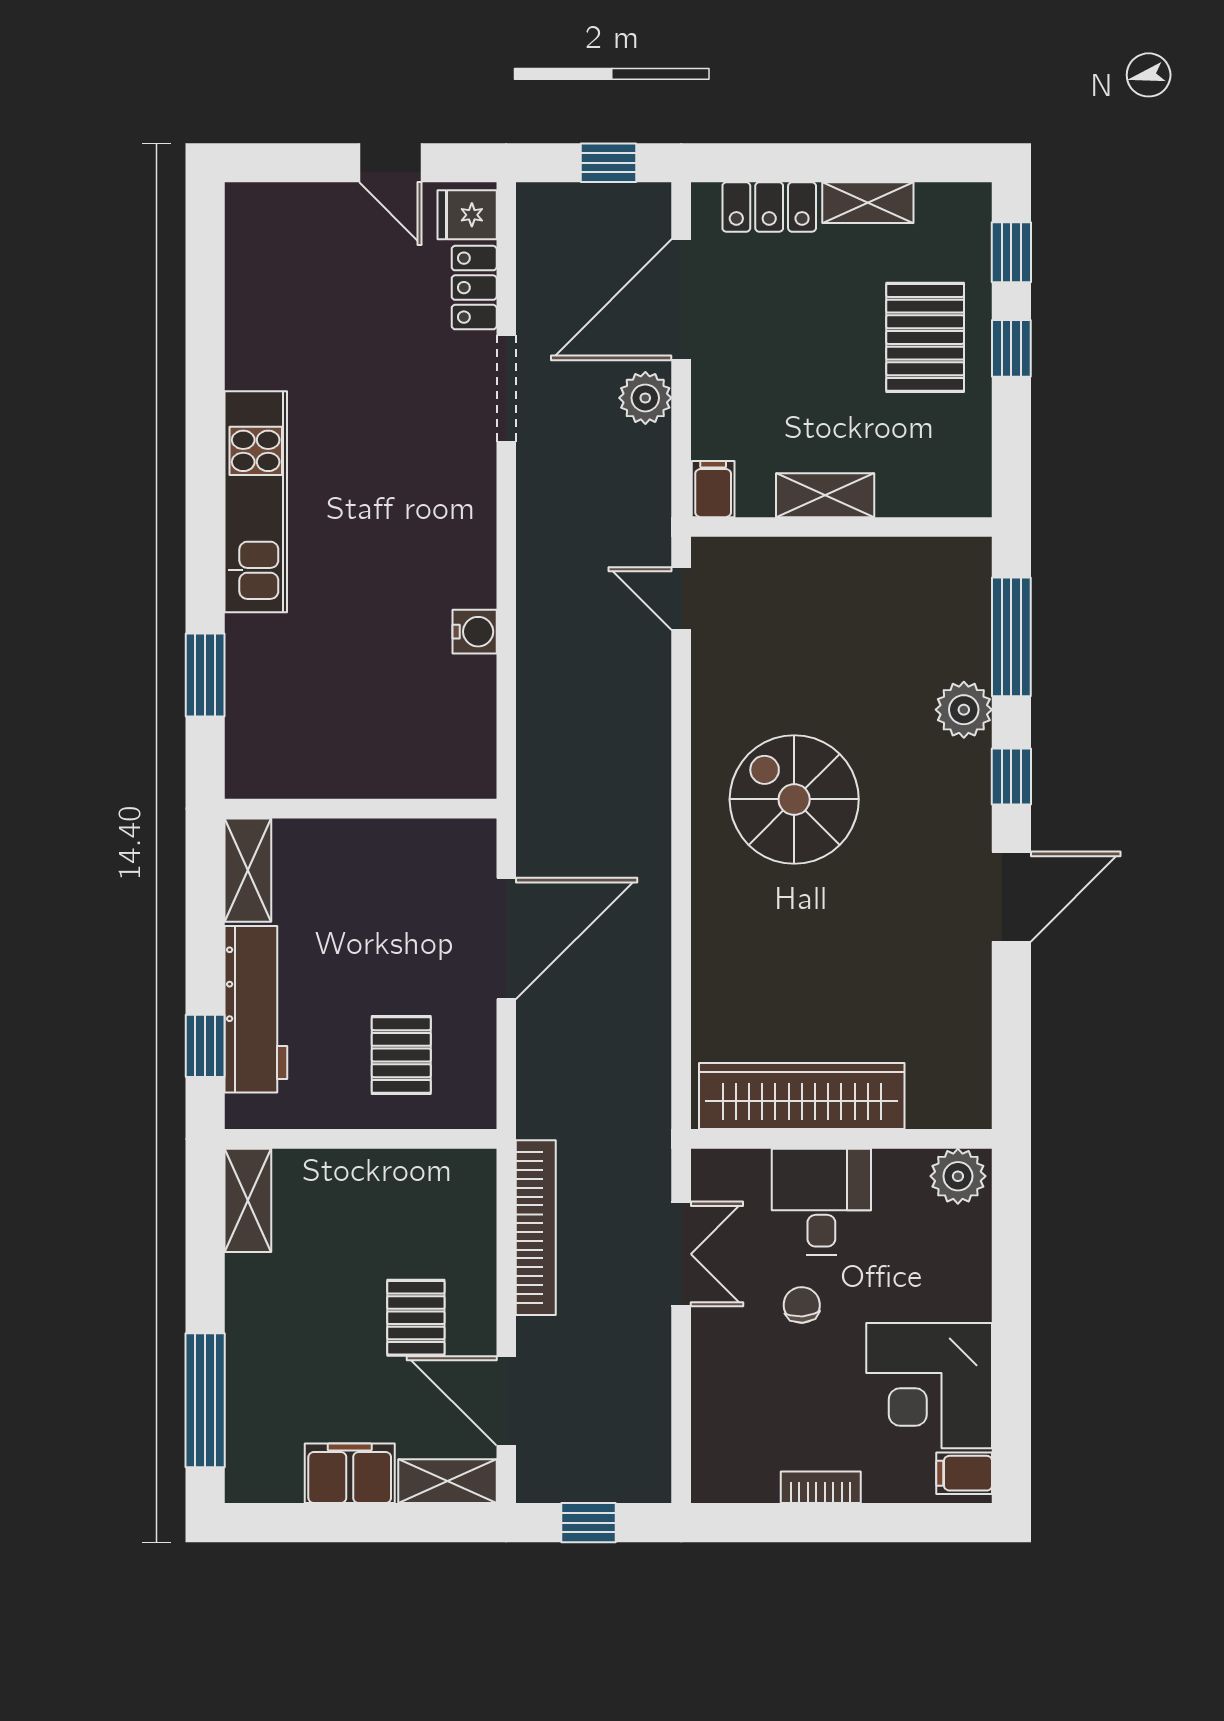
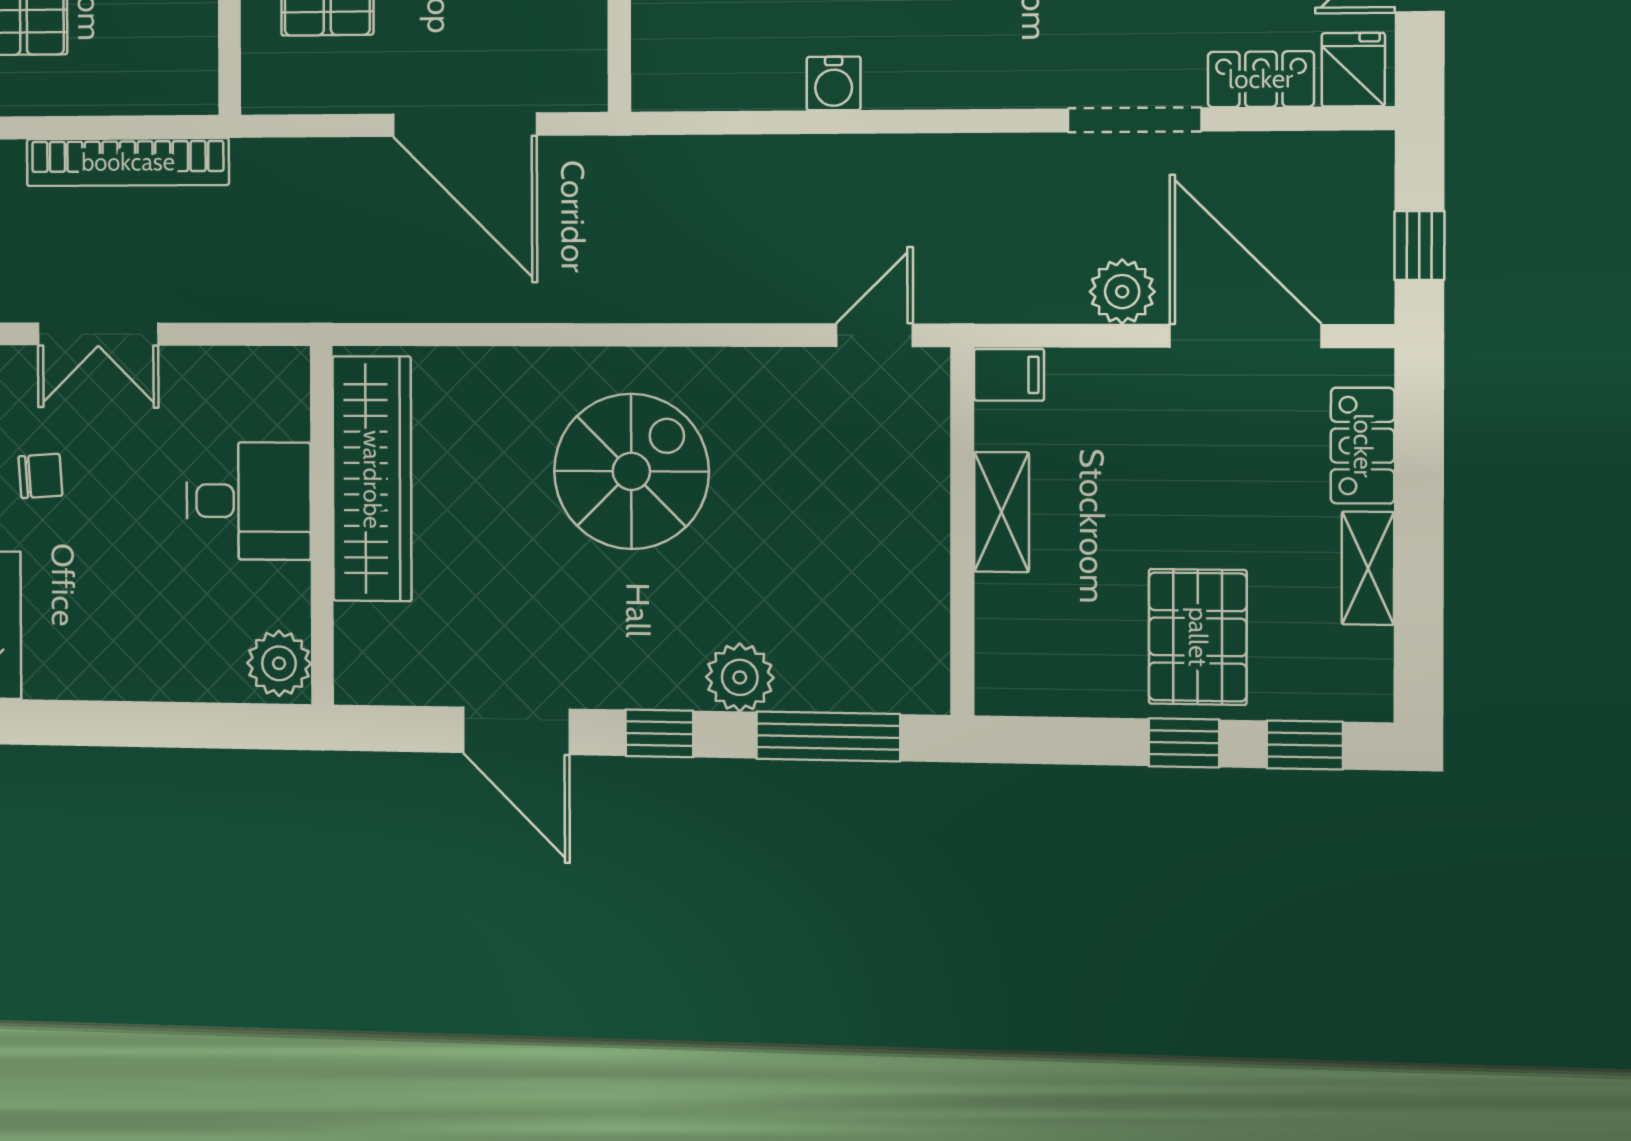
pallet: (925, 337) -> (1198, 637), turned 90
wardrobe: (802, 1096) -> (372, 479), moved
wall: (841, 1139) -> (322, 525), moved
plant: (958, 1176) -> (279, 663), moved
desk: (821, 1202) -> (248, 501), moved

